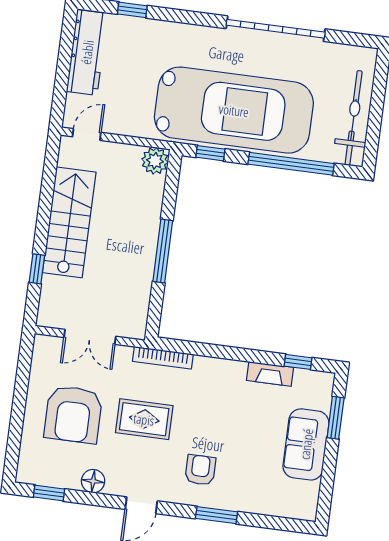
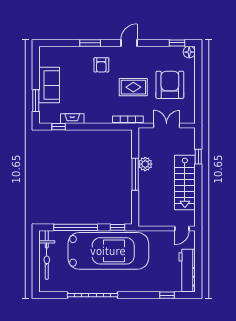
car: (234, 110) -> (108, 251), turned 180
plant: (155, 161) -> (145, 164), moved
floor lamp: (93, 481) -> (189, 52), moved

